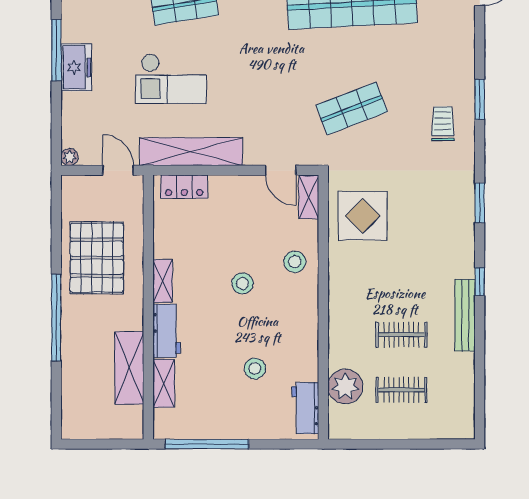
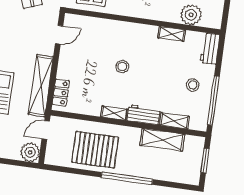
plant: (70, 157) -> (30, 152), width x1.87, depth x1.87
shelving: (309, 197) -> (172, 34), moved
stool: (295, 262) -> (114, 34), removed
stool: (255, 368) -> (193, 85), moved
workbench: (305, 408) -> (210, 49), moved, turned 90
window: (104, 444) -> (205, 161), added

